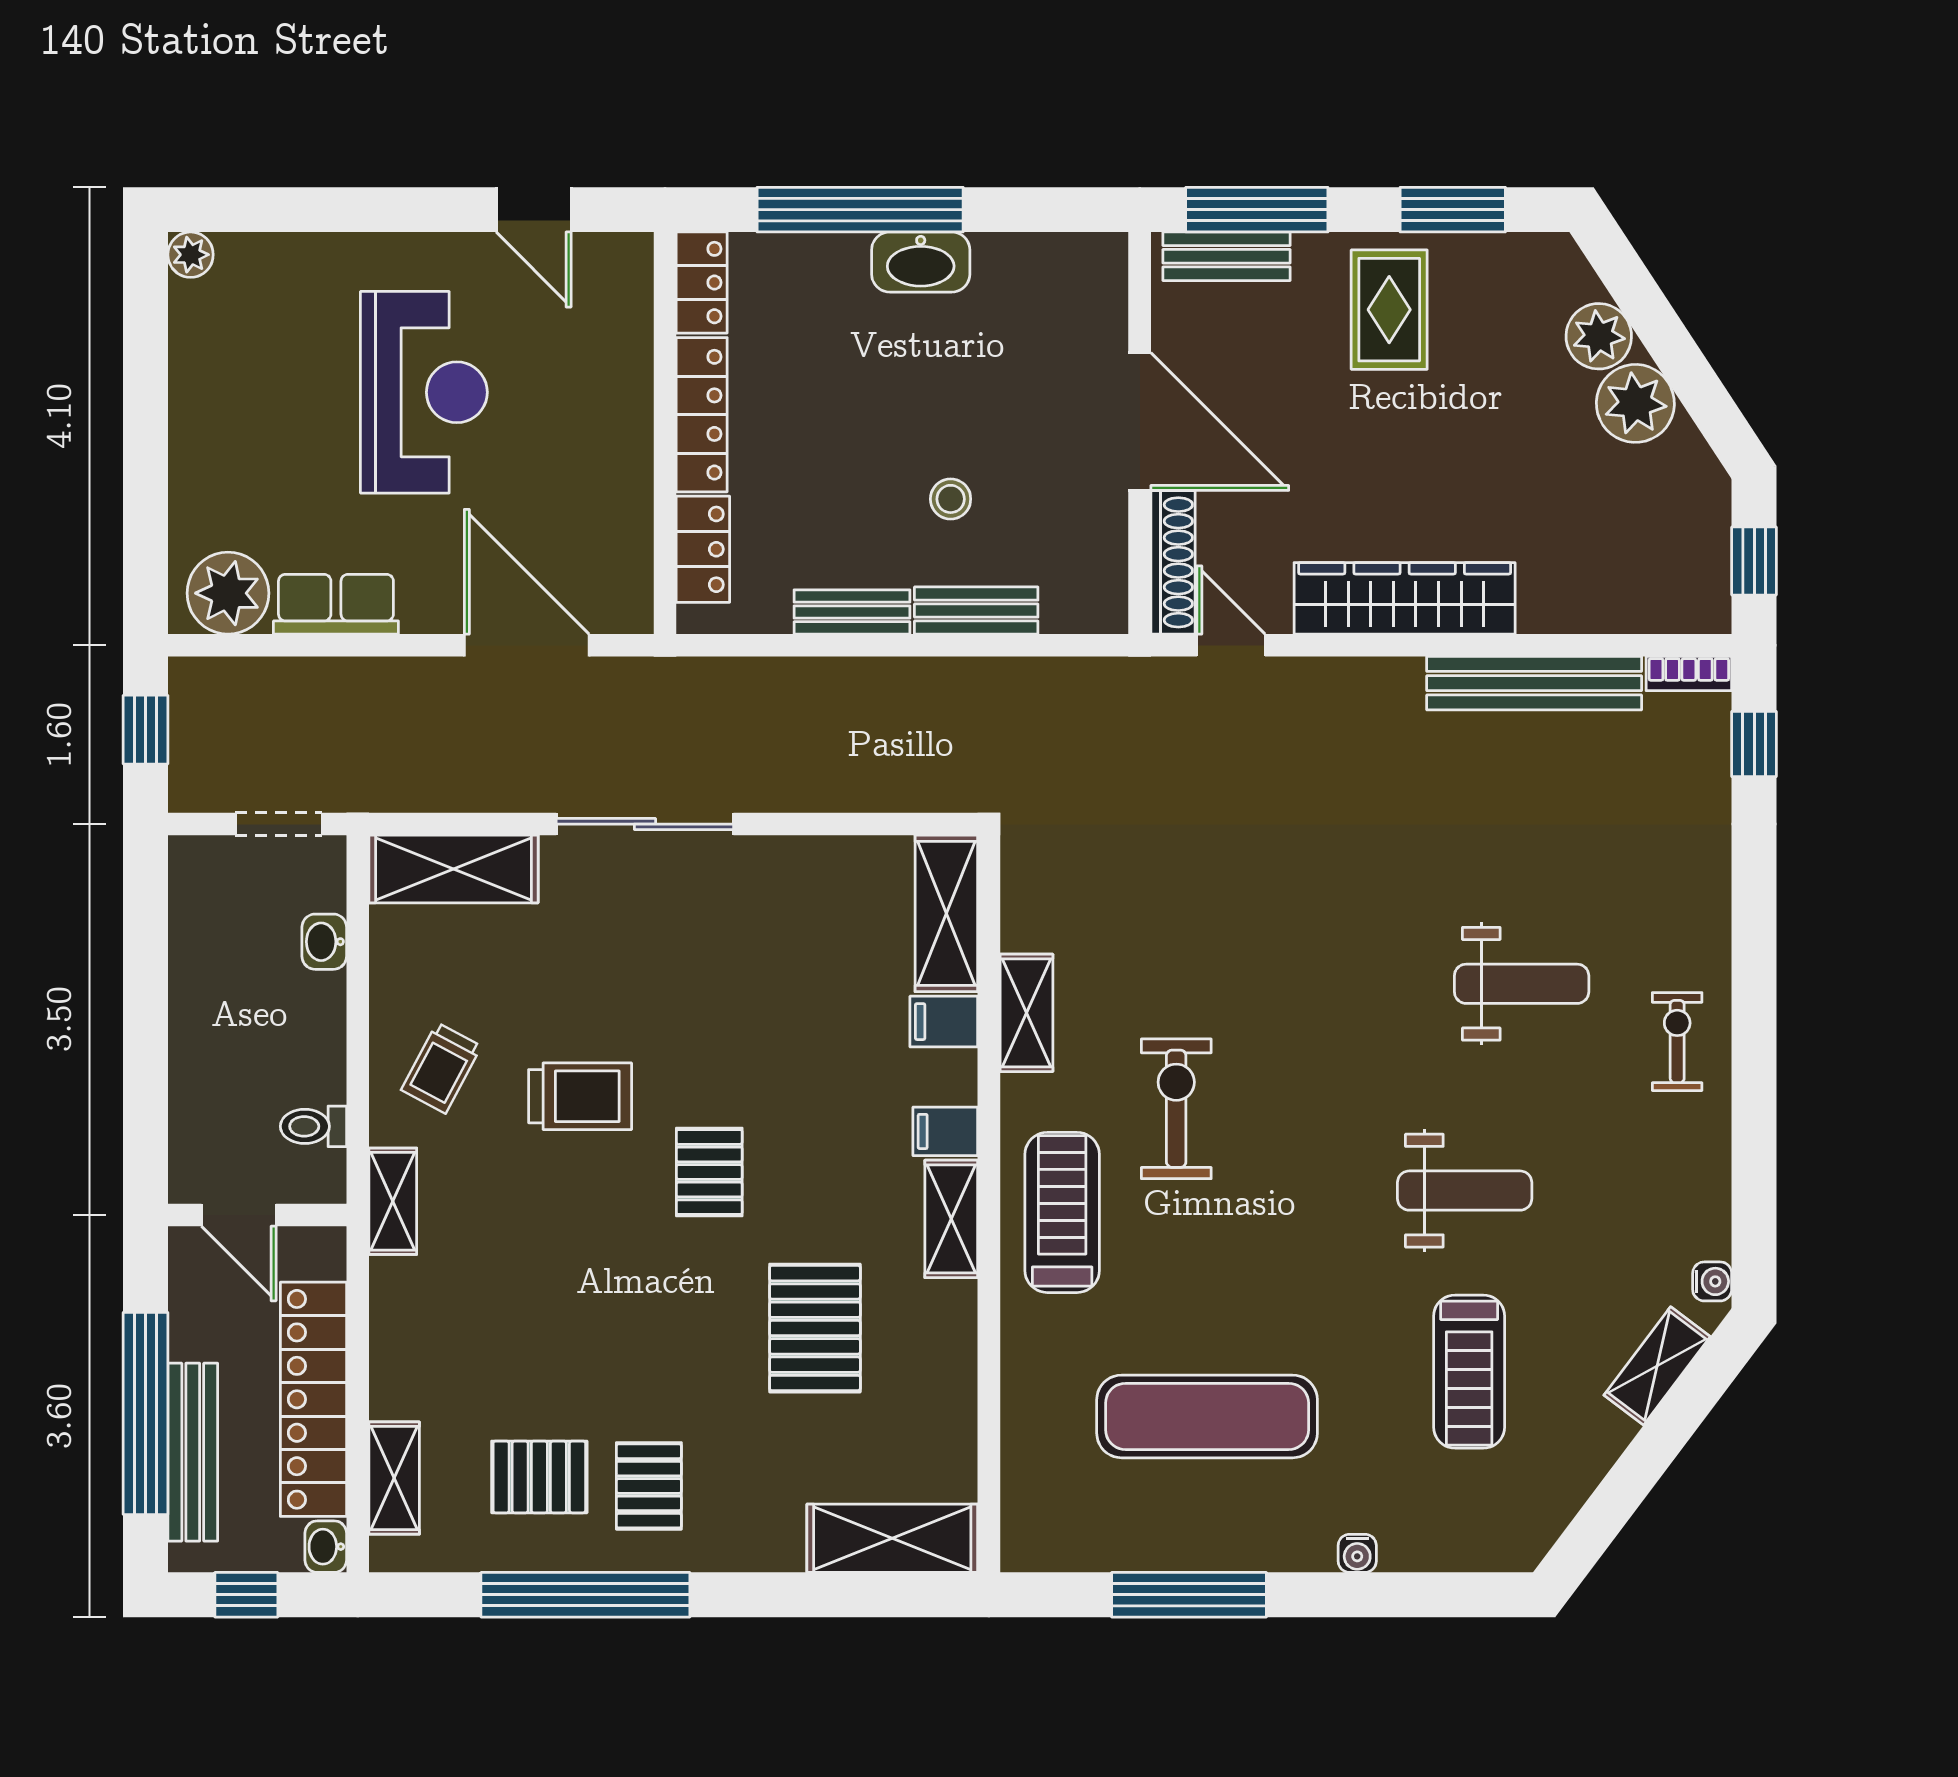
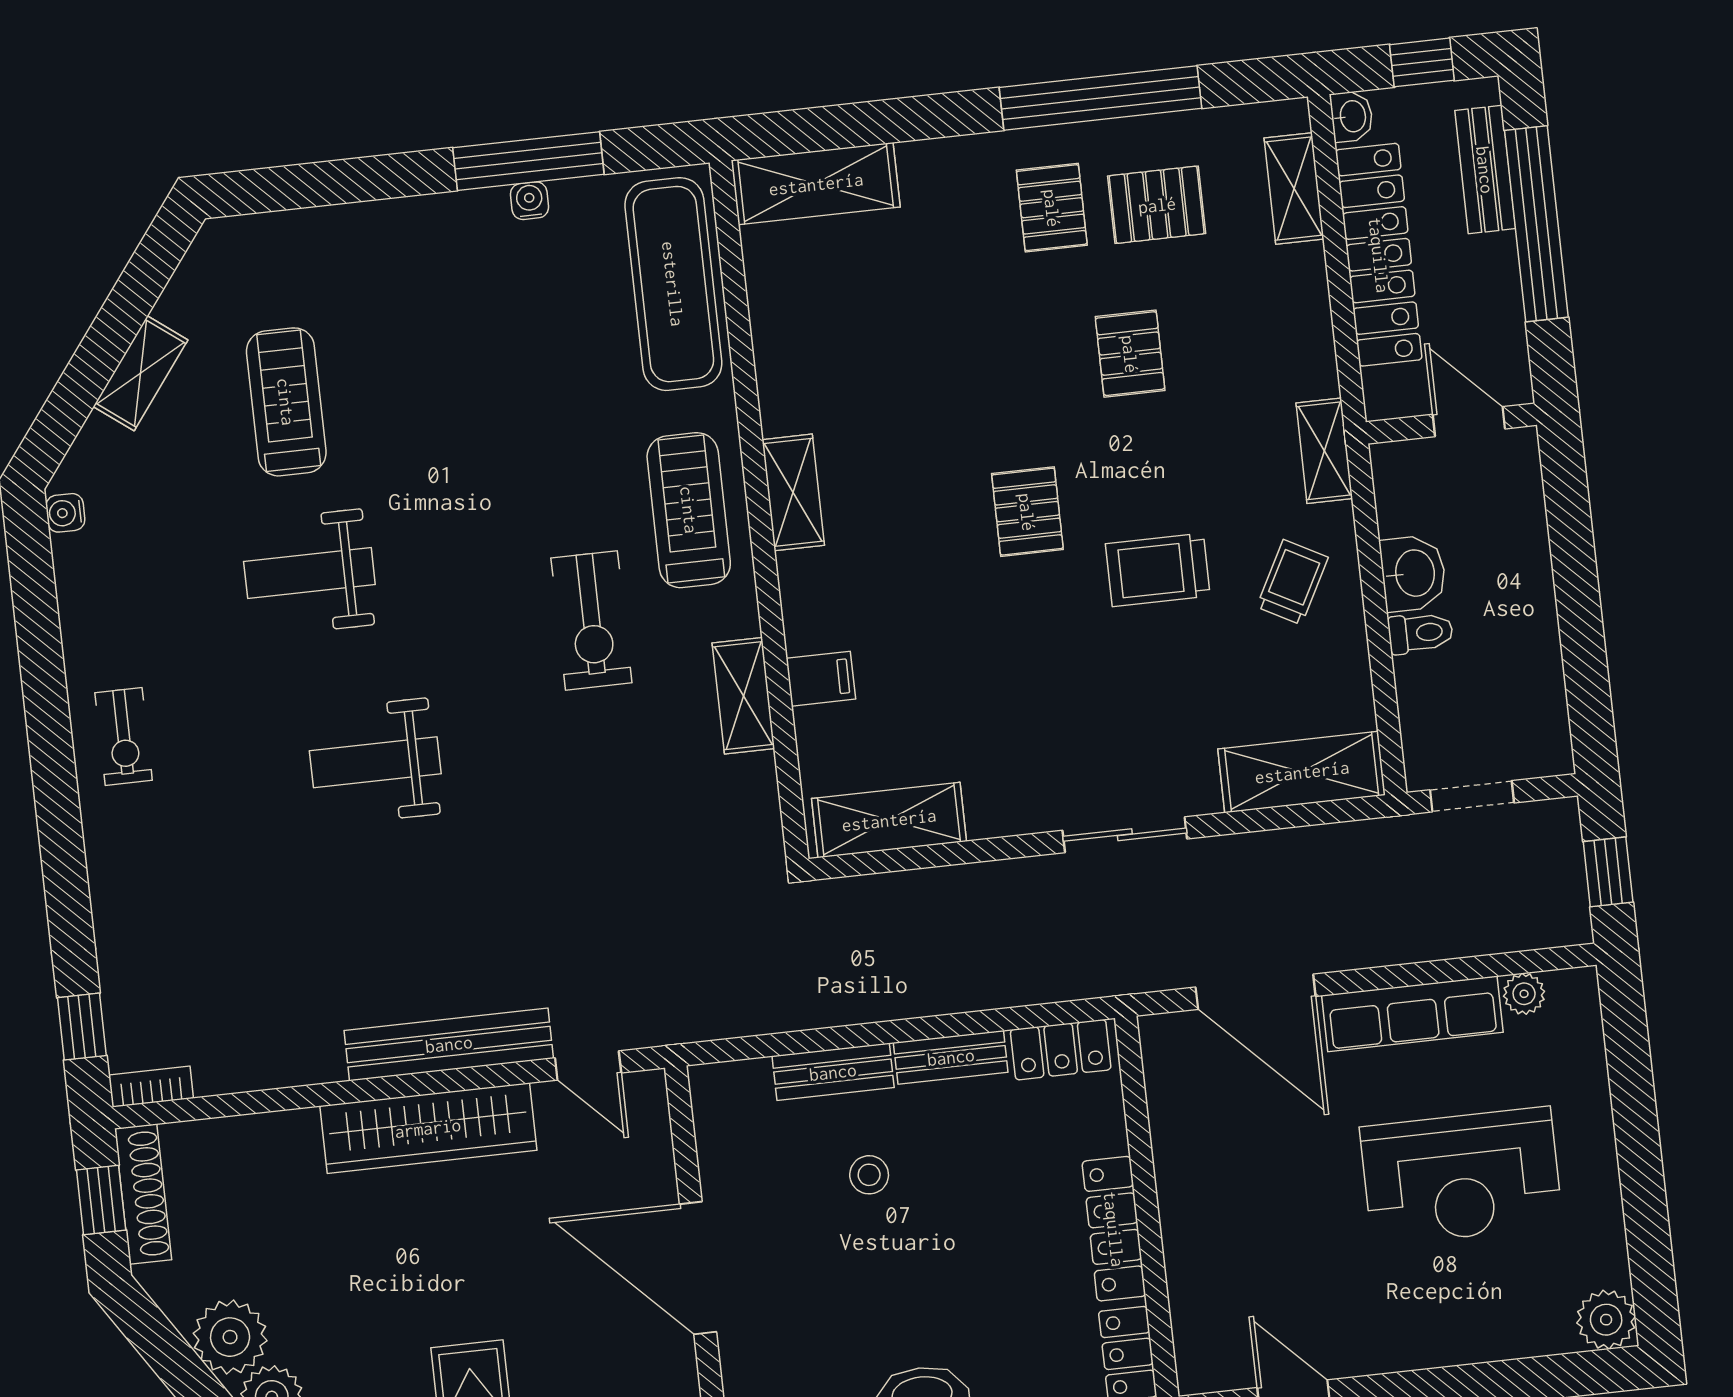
plant: (191, 255) -> (1606, 1320), width x1.38, depth x1.38
reception desk: (424, 392) -> (1461, 1176), moved, turned -90
locker: (703, 549) -> (1061, 1050), moved, turned -90
shoe rack: (1173, 562) -> (143, 1194), moved, turned 180
plant: (228, 593) -> (1524, 994), width x0.53, depth x0.53
row of seats: (336, 604) -> (1412, 1014), width x1.48
bench: (1534, 683) -> (449, 1044), moved
sliding door: (645, 824) -> (1125, 835), width x0.73
shelving: (946, 913) -> (889, 820), moved, turned 90
washbasin: (324, 942) -> (1413, 573), moved, width x1.38, depth x1.45
weight bench: (1522, 984) -> (375, 762), moved
toilet: (313, 1126) -> (1421, 633), moved
filing cabinet: (945, 1131) -> (808, 575), removed
treadmill: (1062, 1212) -> (689, 510), turned 180
pallet: (815, 1328) -> (1130, 354), moved, width x0.67, depth x0.71
shelving: (1657, 1366) -> (141, 373), moved
exercise mat: (1207, 1416) -> (673, 284), moved, turned 90
bench: (193, 1452) -> (1485, 170), width x0.73
water cooler: (1357, 1553) -> (529, 201), moved

